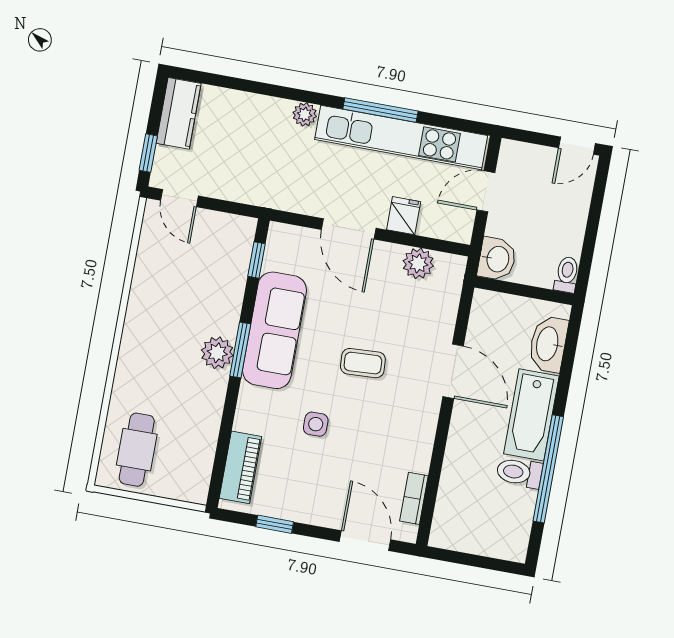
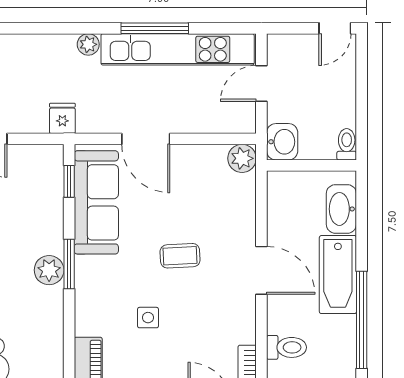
fridge: (404, 216) -> (62, 118), moved
plant: (418, 263) -> (242, 158), moved
sofa: (274, 330) -> (96, 202), moved
door: (453, 371) -> (261, 270), moved
toilet: (519, 473) -> (287, 347), moved, turned 180

